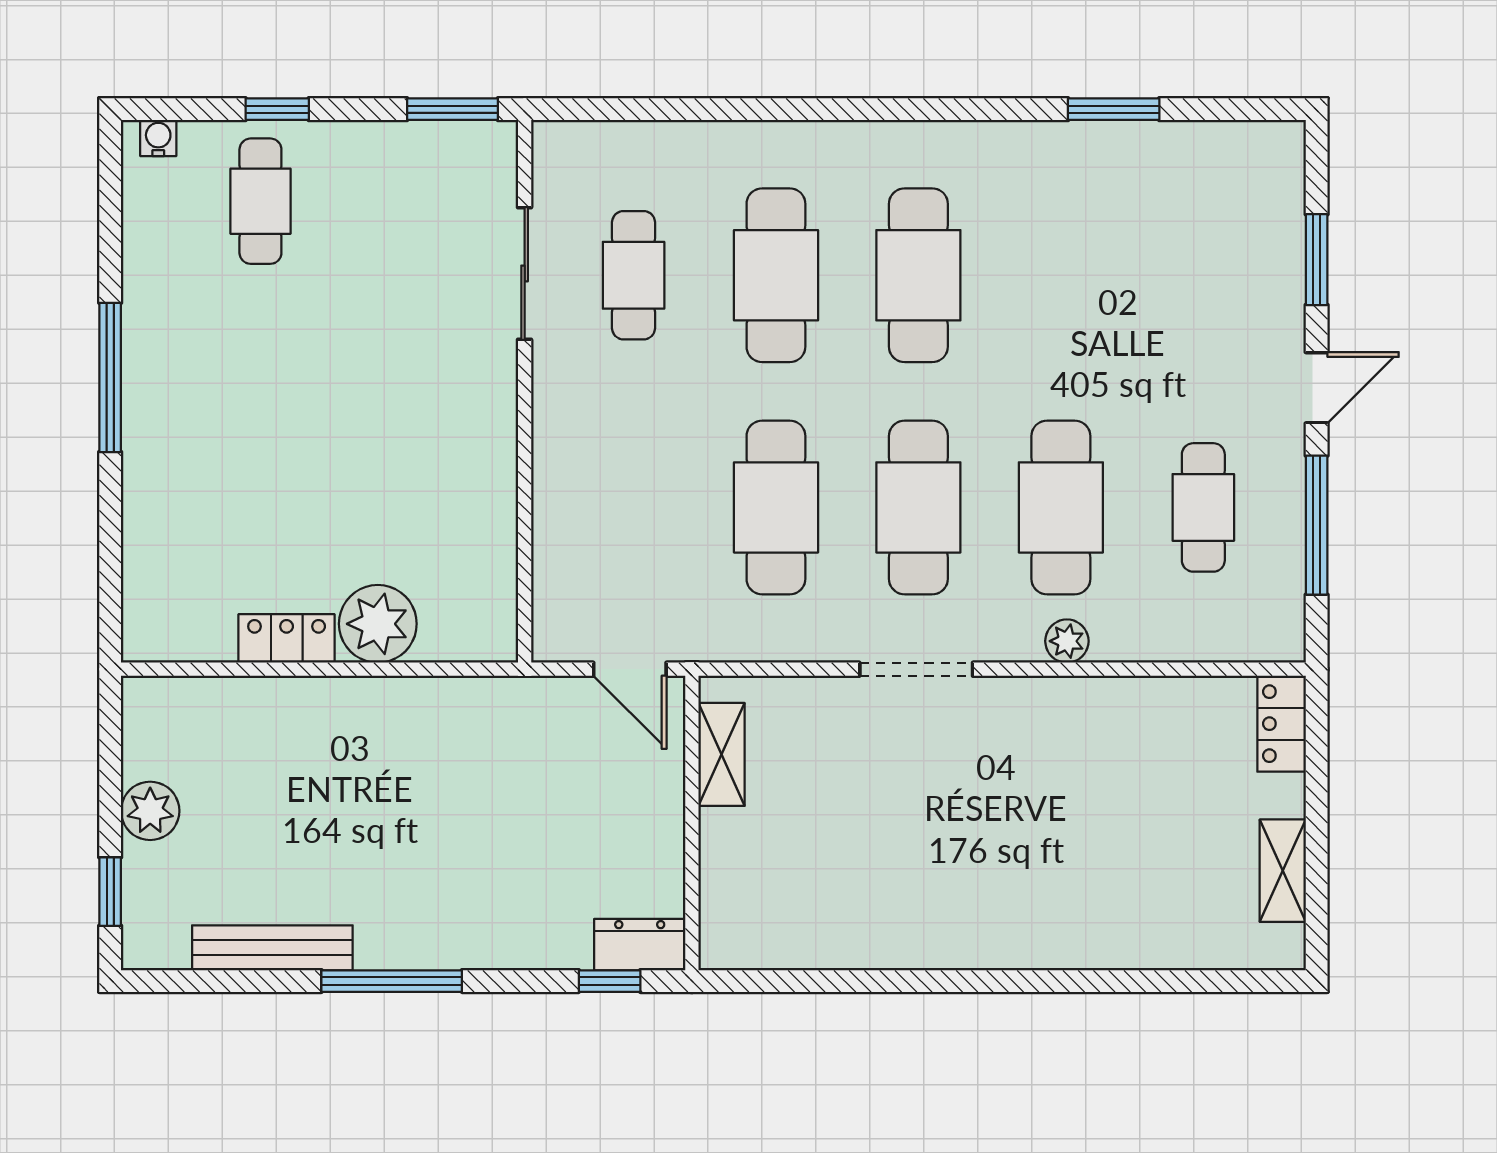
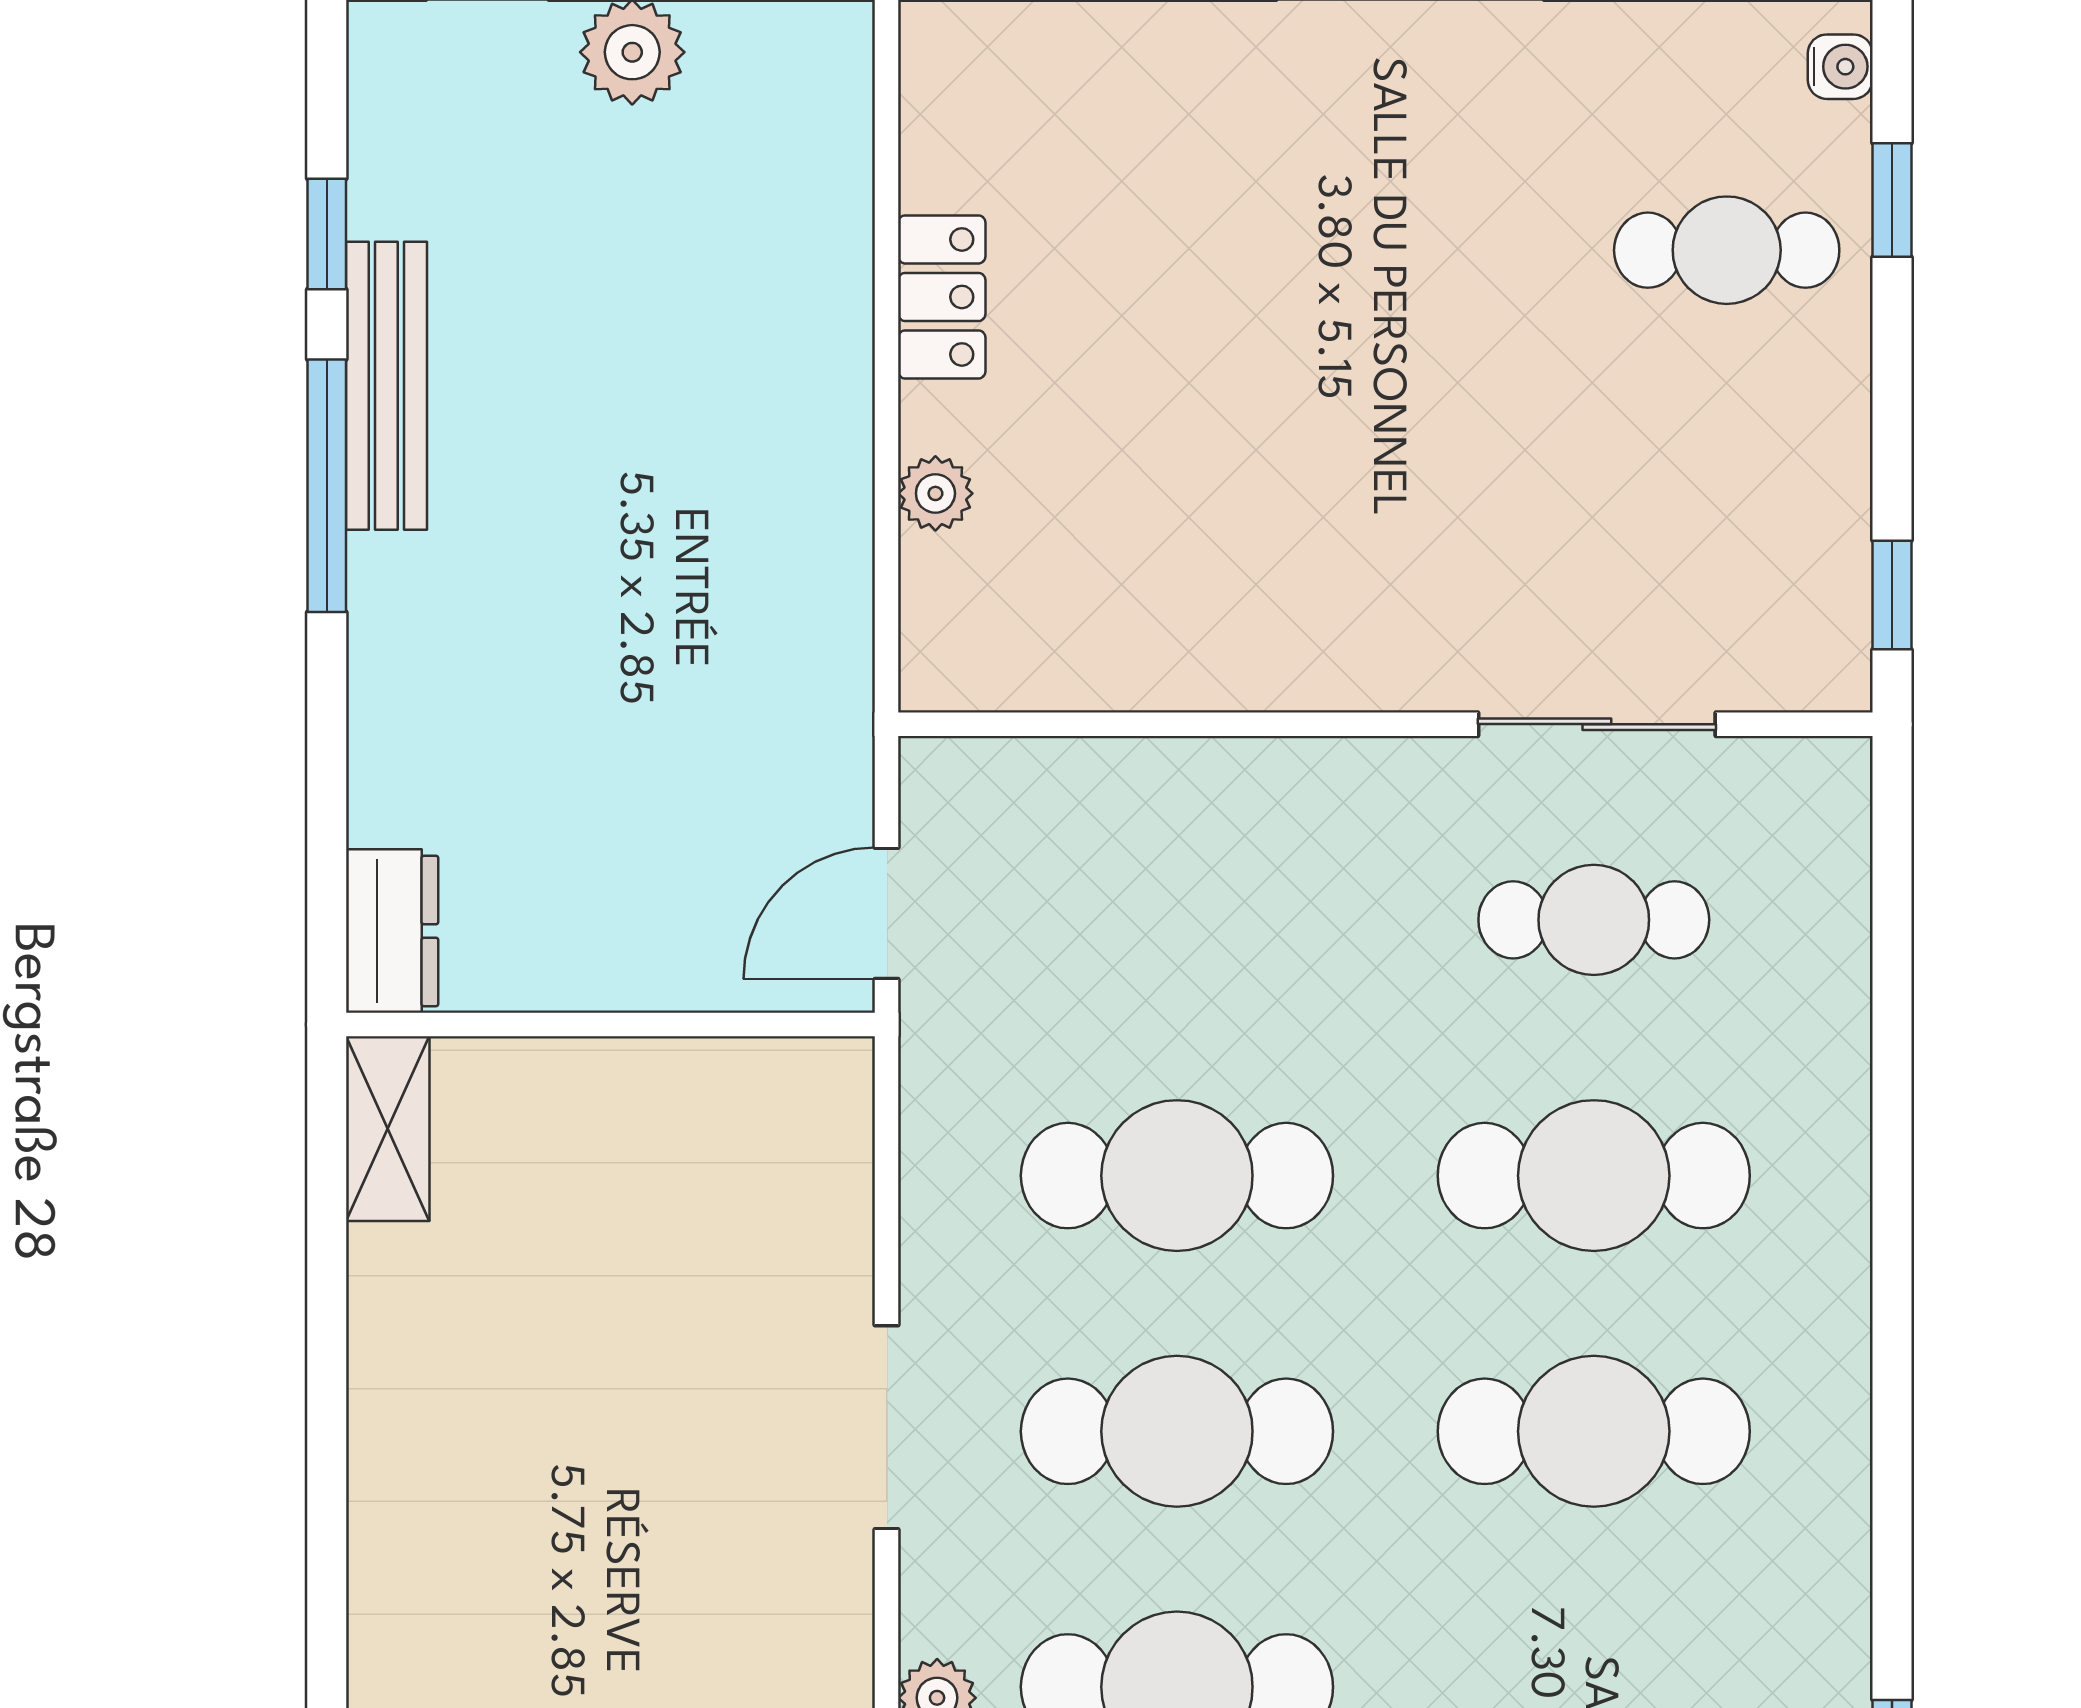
window: (277, 109) -> (1892, 200), moved
window: (453, 109) -> (1892, 595), width x0.67
plant: (378, 624) -> (935, 493), width x0.53, depth x0.53
shelving: (721, 754) -> (388, 1129), moved, turned 90
bench: (272, 948) -> (386, 386), moved
window: (610, 981) -> (327, 234), moved

